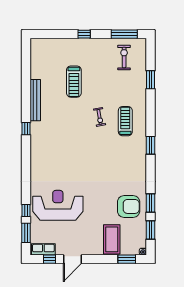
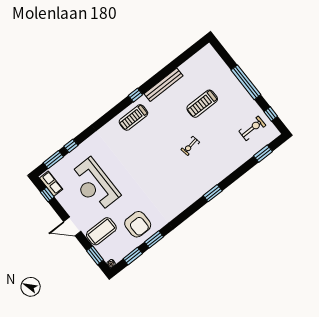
window: (84, 34) -> (246, 82), width x3.17
window: (124, 34) -> (271, 114), width x0.46
window: (151, 80) -> (263, 154), moved
treadmill: (125, 121) -> (133, 117), moved, turned 180
window: (151, 145) -> (213, 193), moved
reception desk: (58, 205) -> (94, 185), moved, turned 180
door: (73, 259) -> (72, 226), moved

